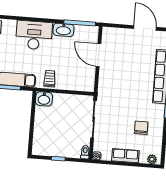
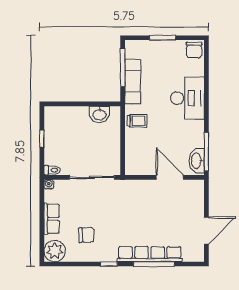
washbasin: (63, 30) -> (197, 161), moved
door: (99, 55) -> (170, 177), hinge flipped
washbasin: (44, 99) -> (100, 114), moved, turned -90
plant: (152, 159) -> (55, 251), width x1.88, depth x1.88

